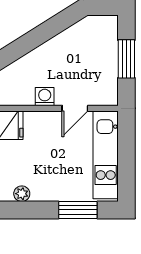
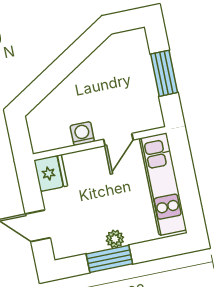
plant: (22, 194) -> (115, 239), moved
window: (78, 210) -> (109, 259), moved

